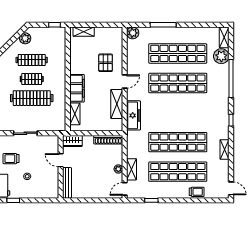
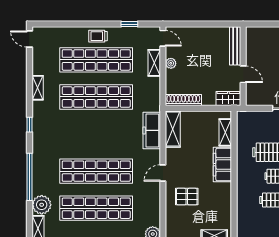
pallet: (106, 63) -> (187, 197), turned 90
shelving: (117, 104) -> (173, 129), moved
door: (125, 189) -> (163, 38), hinge flipped
trolley: (197, 192) -> (98, 36), moved

